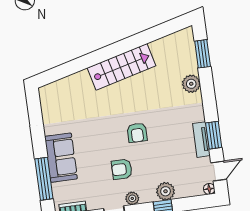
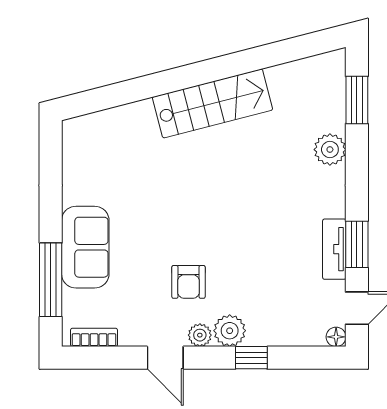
armchair: (137, 133) -> (224, 222), removed
armchair: (122, 169) -> (188, 282), turned -90
plant: (166, 191) -> (230, 331), moved

